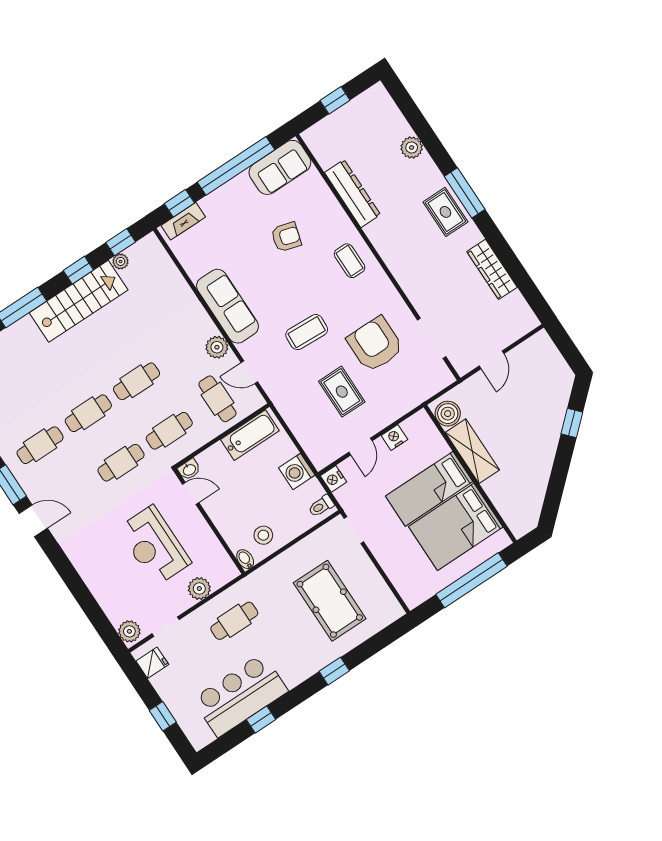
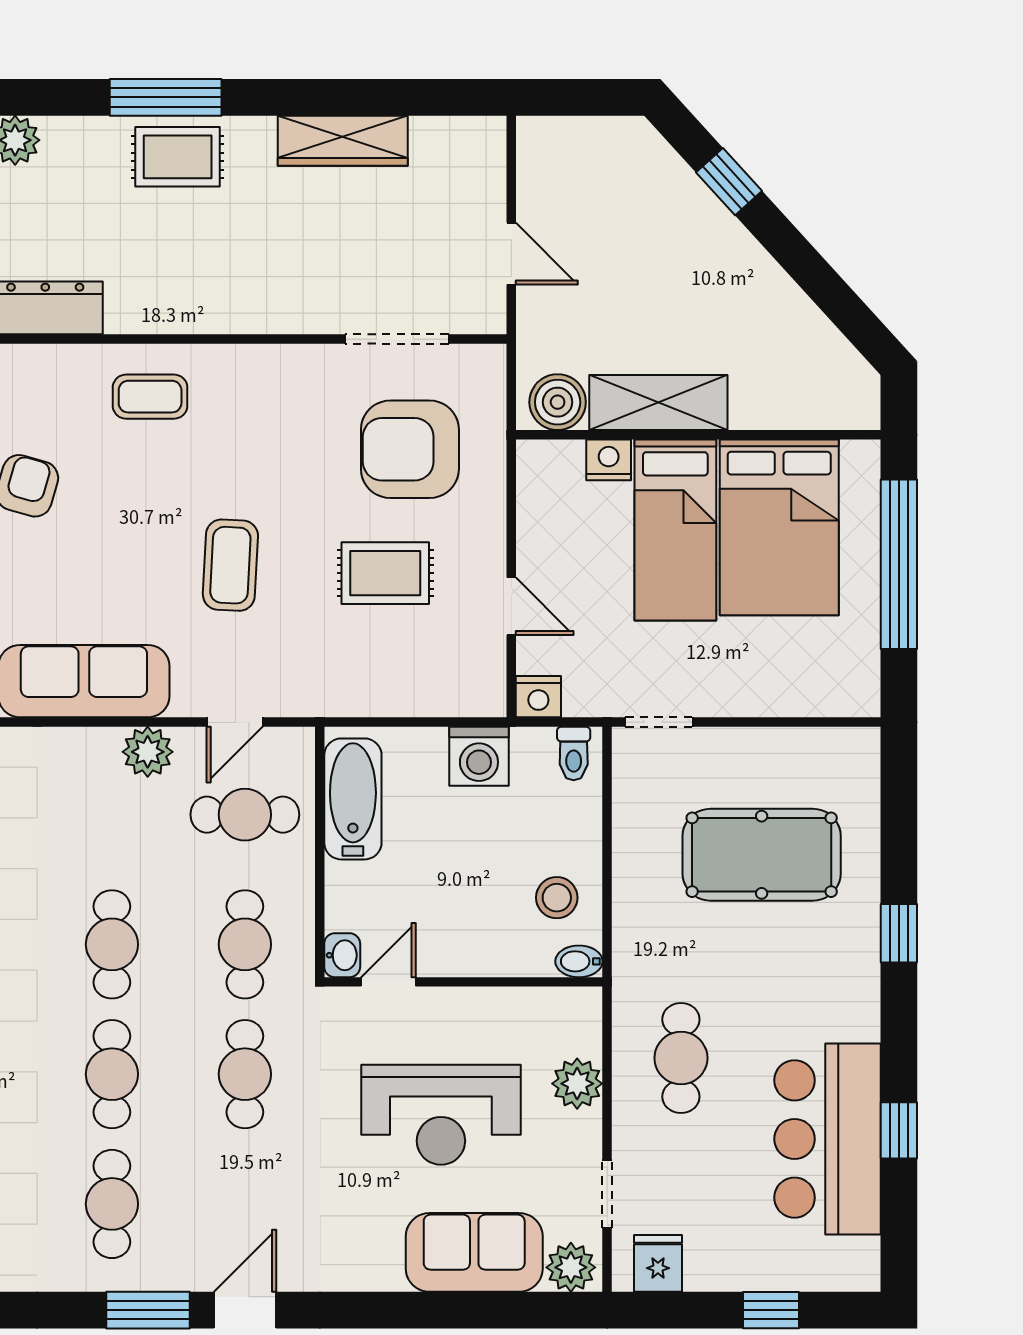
armchair: (375, 344) -> (410, 449), moved
nightstand: (394, 437) -> (609, 460), moved, turned 90
sofa: (111, 592) -> (474, 1252), added

